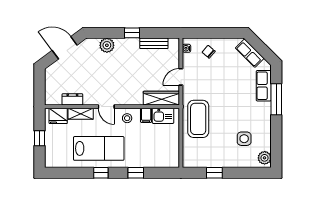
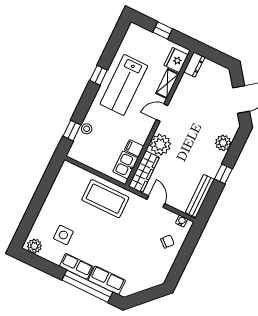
bench: (154, 43) -> (200, 196), width x1.36
row of seats: (250, 53) -> (76, 266), moved, turned 45
plant: (133, 96) -> (160, 145), added
dresser: (72, 99) -> (194, 65), moved
window: (276, 99) -> (87, 286), width x1.46
stool: (127, 118) -> (87, 129), moved
window: (136, 173) -> (72, 131), moved
window: (214, 173) -> (44, 189), removed

